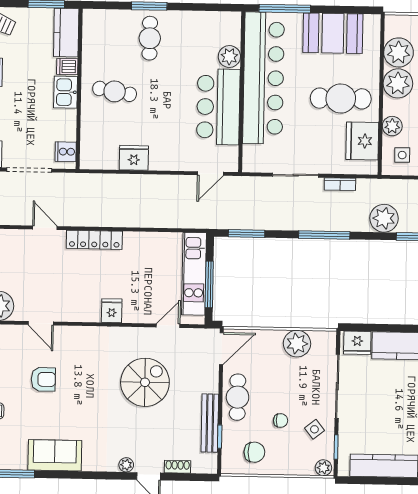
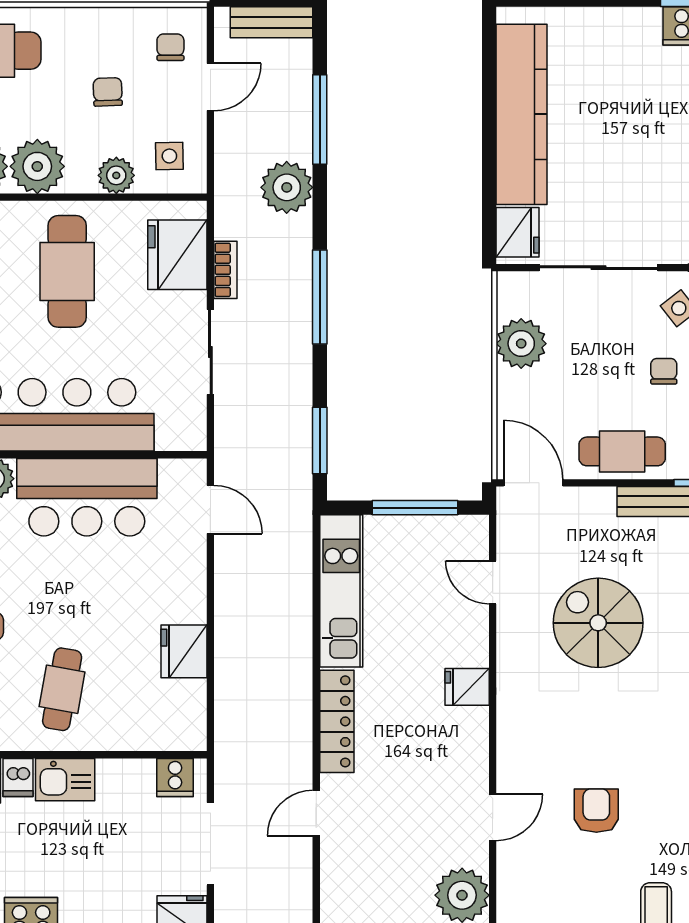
fridge: (362, 141) -> (177, 255), moved, turned 90
kitchen unit: (194, 274) -> (341, 591), moved, turned -90

